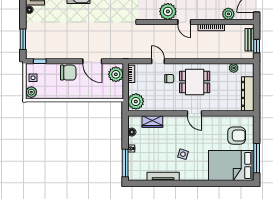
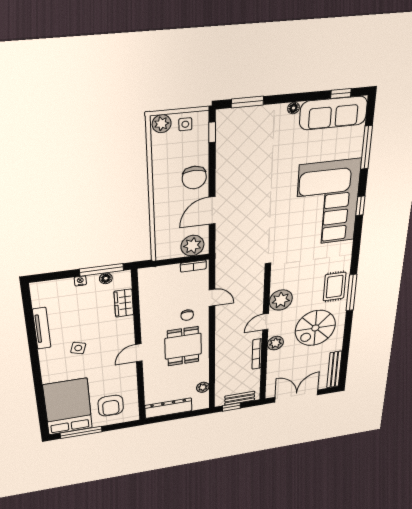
plant: (228, 14) -> (275, 343), moved
door: (158, 61) -> (212, 298), hinge flipped
plant: (136, 101) -> (153, 277), removed
window: (125, 163) -> (102, 270), moved

